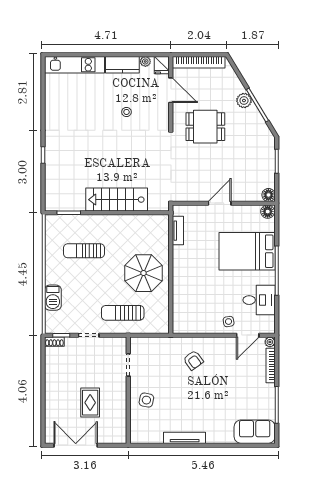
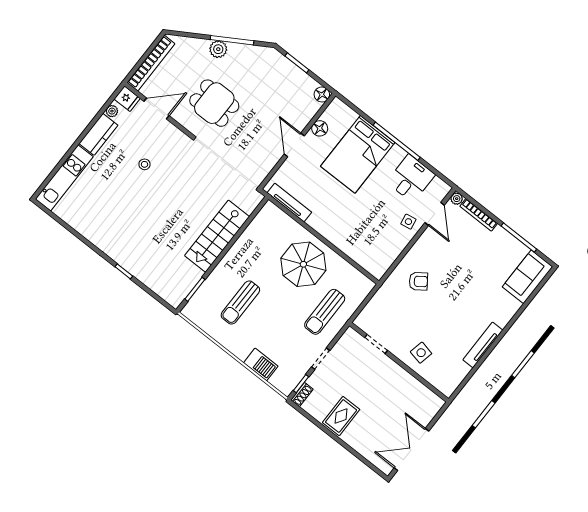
dining table: (205, 127) -> (214, 103), turned 90
floor lamp: (268, 212) -> (320, 128), moved
tv unit: (178, 231) -> (289, 202), width x1.41
rug: (90, 403) -> (341, 416), moved, turned 90

